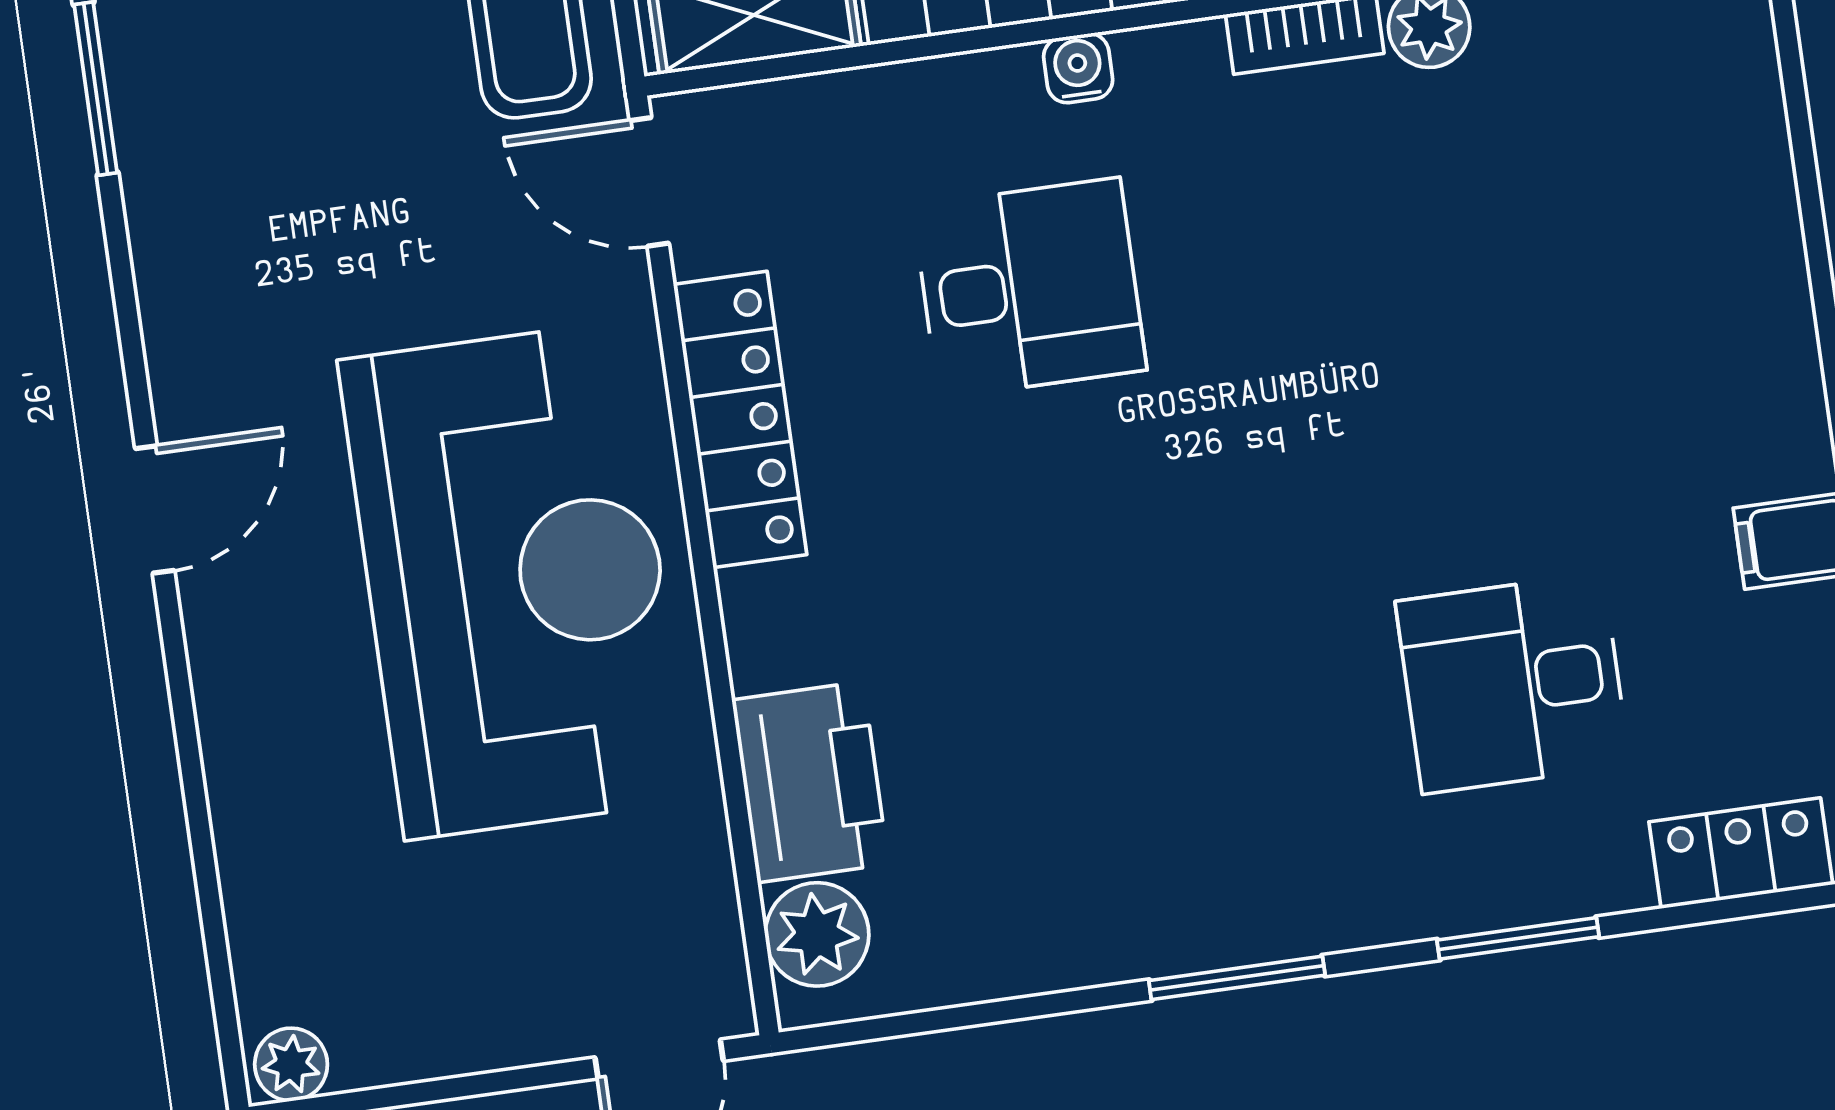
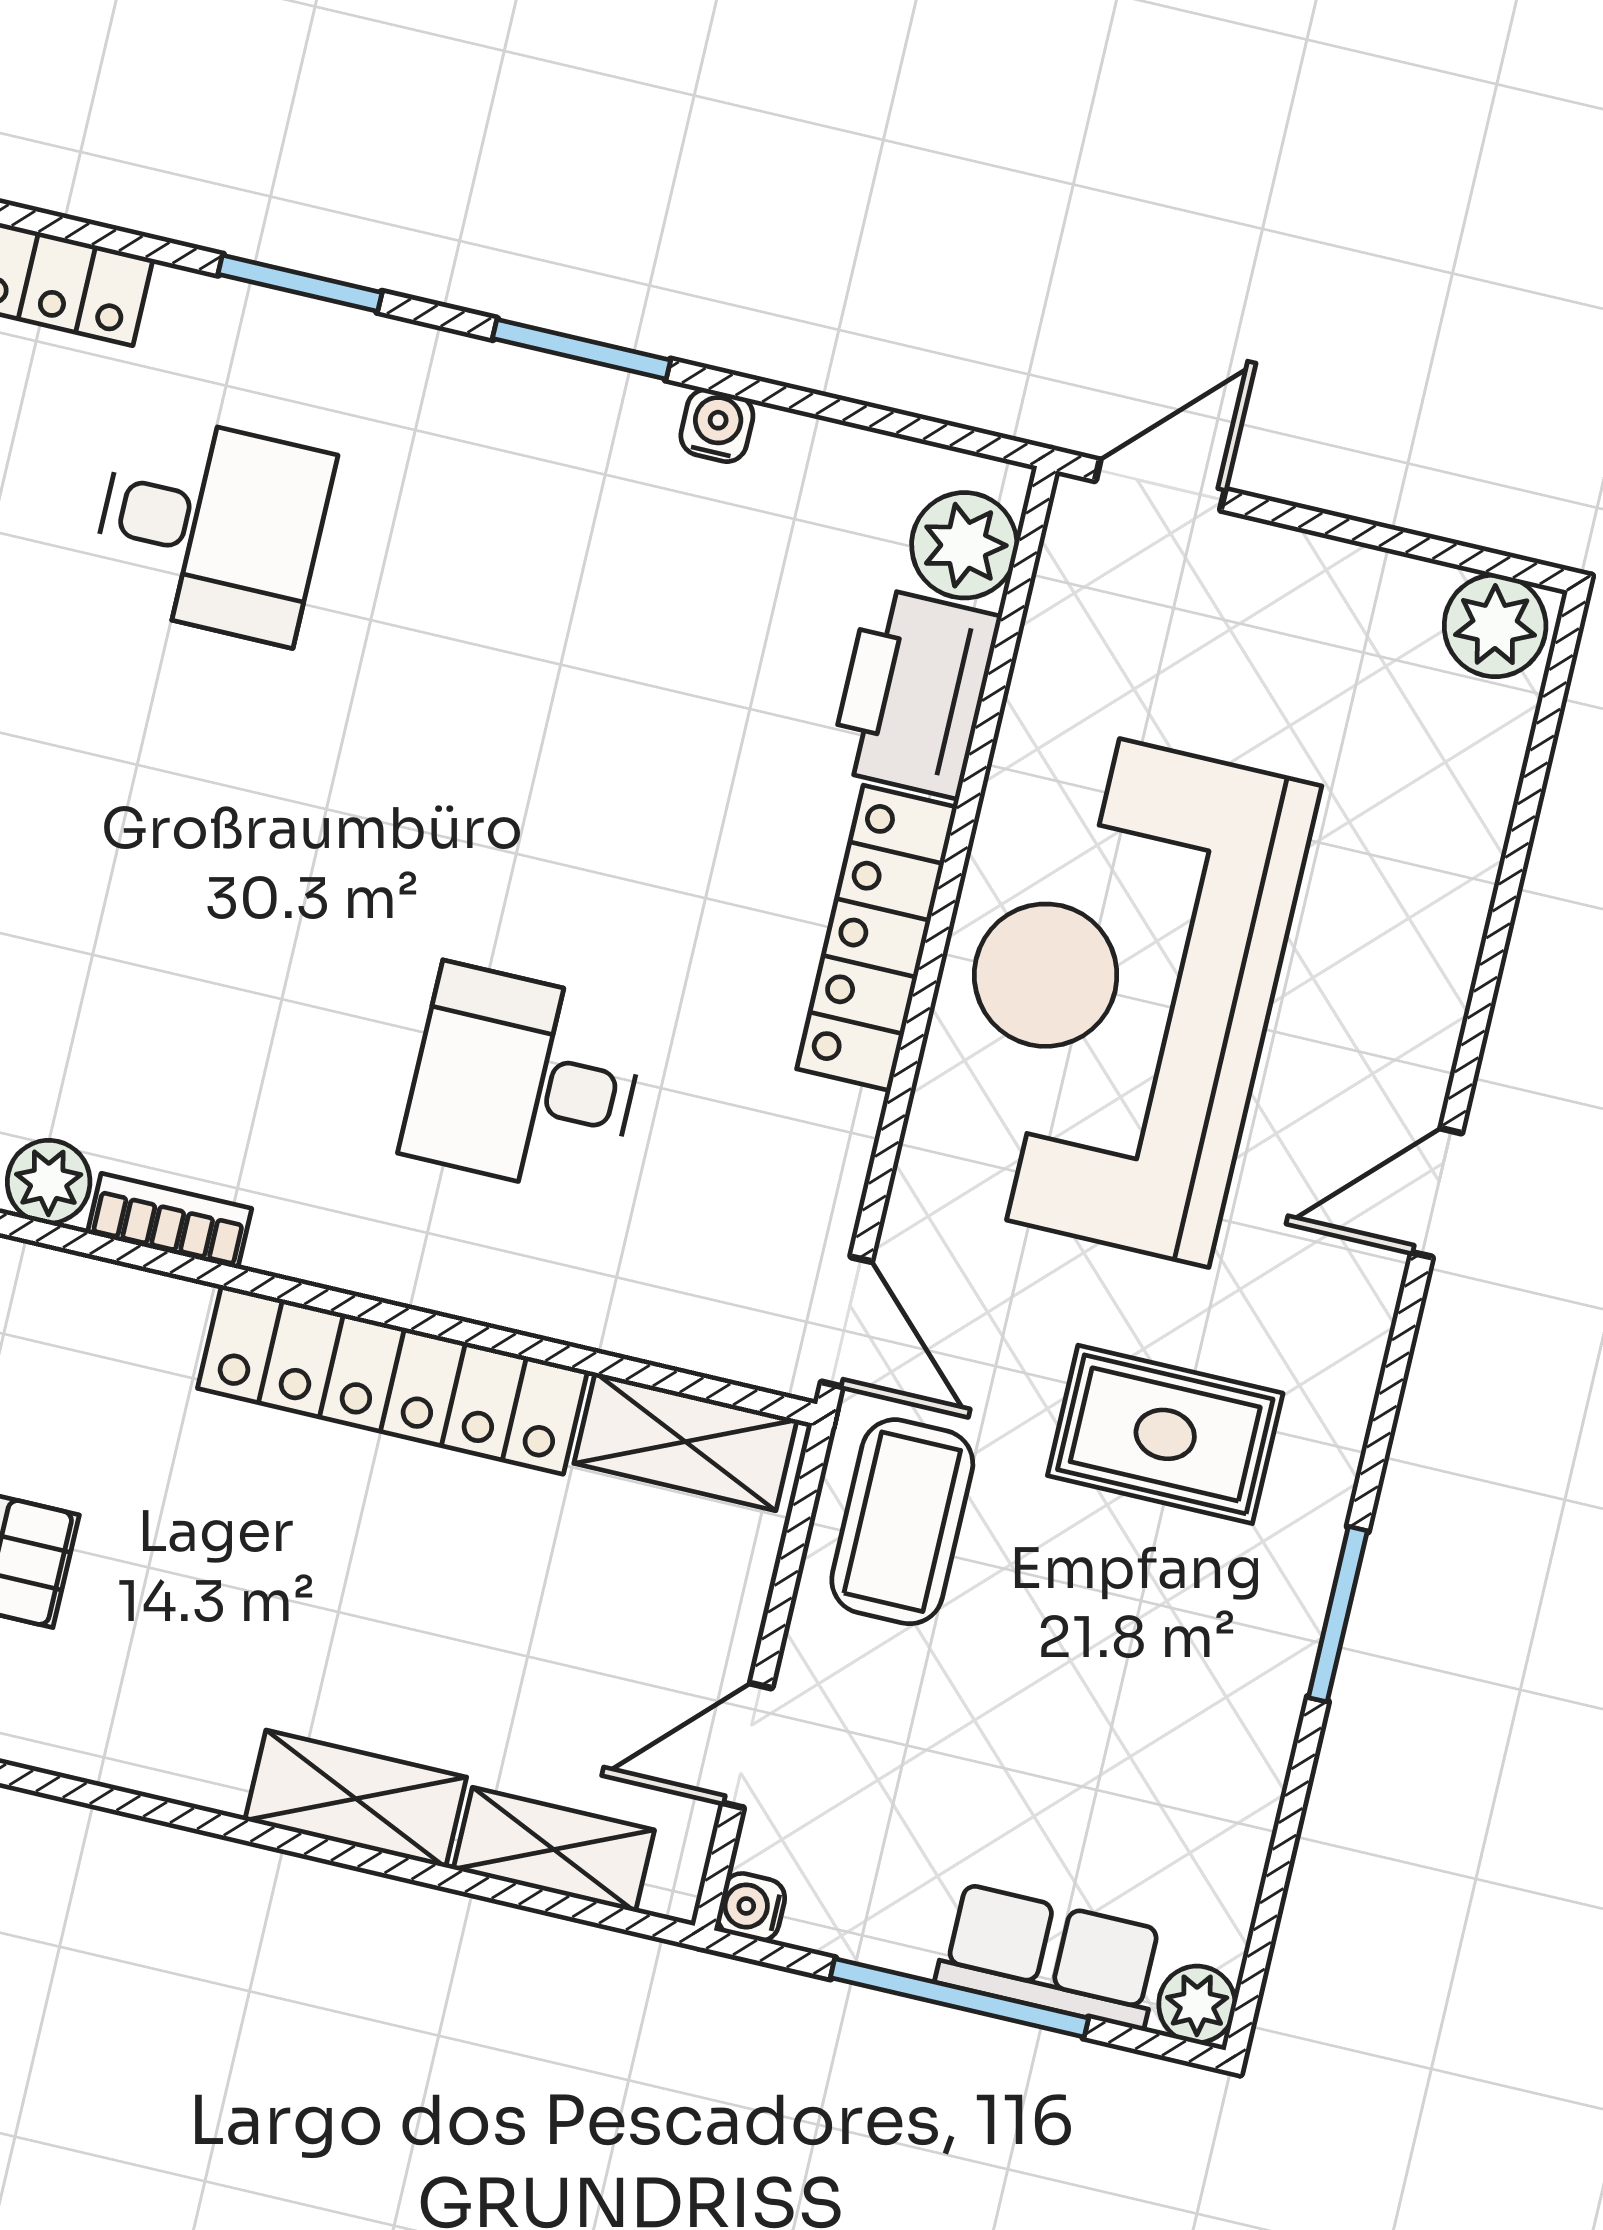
water cooler: (1078, 68) -> (717, 425), moved, turned 180
rug: (318, 192) -> (1165, 1434), added
locker: (740, 419) -> (877, 938), moved
plant: (291, 1064) -> (1495, 626), width x1.38, depth x1.38

